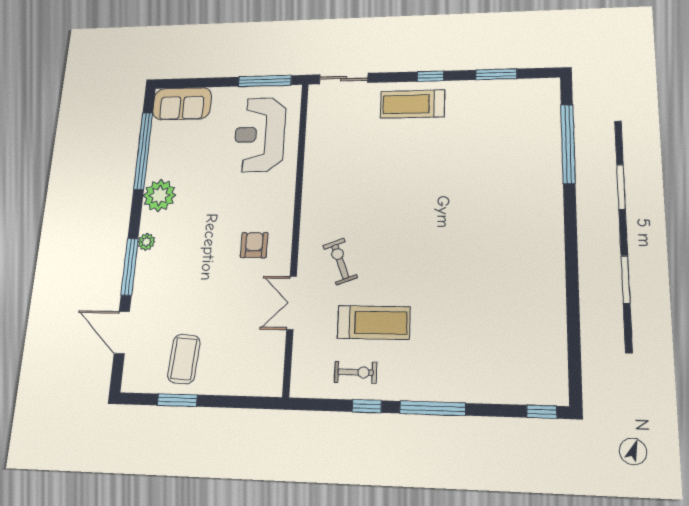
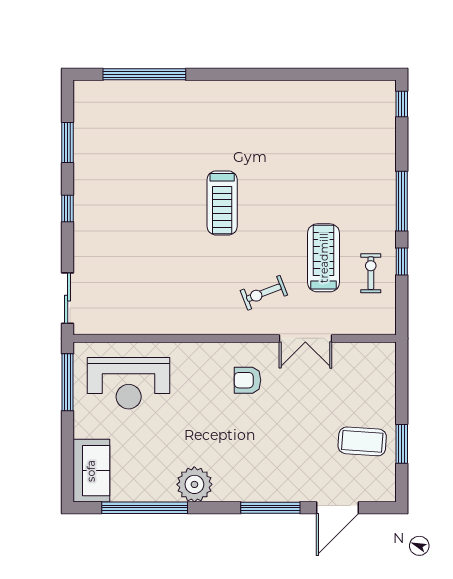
treadmill: (412, 104) -> (222, 203), moved
plant: (146, 242) -> (244, 493), removed

